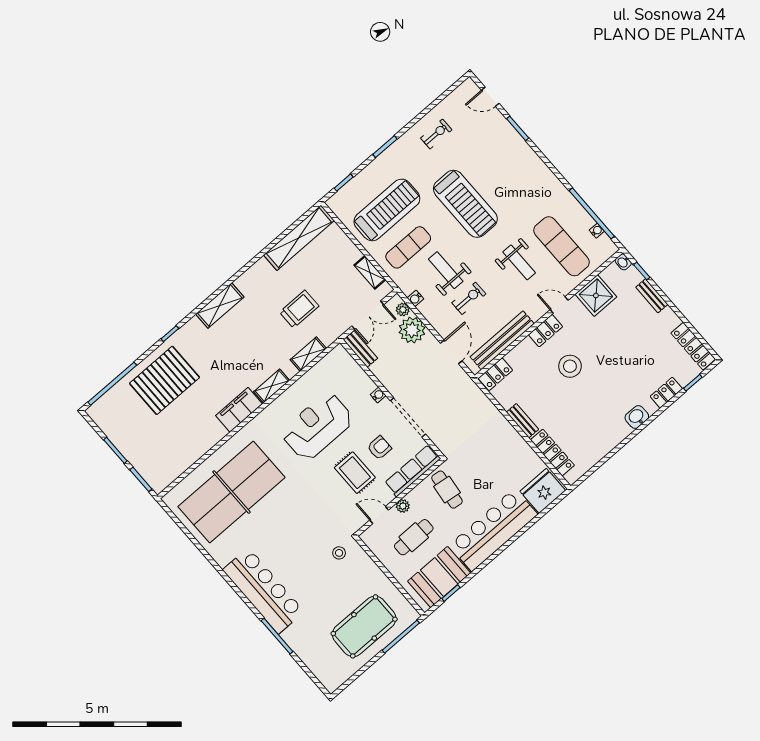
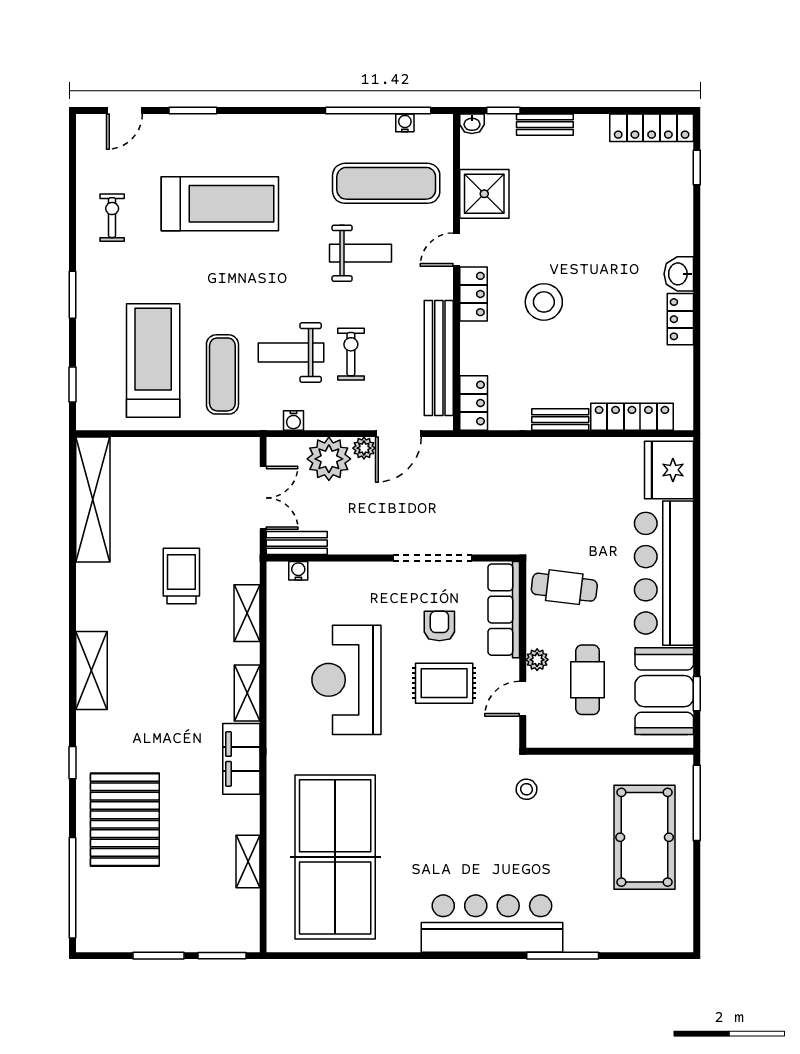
treadmill: (465, 204) -> (220, 204), moved
shelving: (370, 272) -> (248, 861), moved, turned 90
plant: (403, 310) -> (364, 448), moved
door: (451, 352) -> (398, 434), swing flipped
locker: (666, 393) -> (680, 319), moved
water cooler: (378, 395) -> (298, 571), moved

